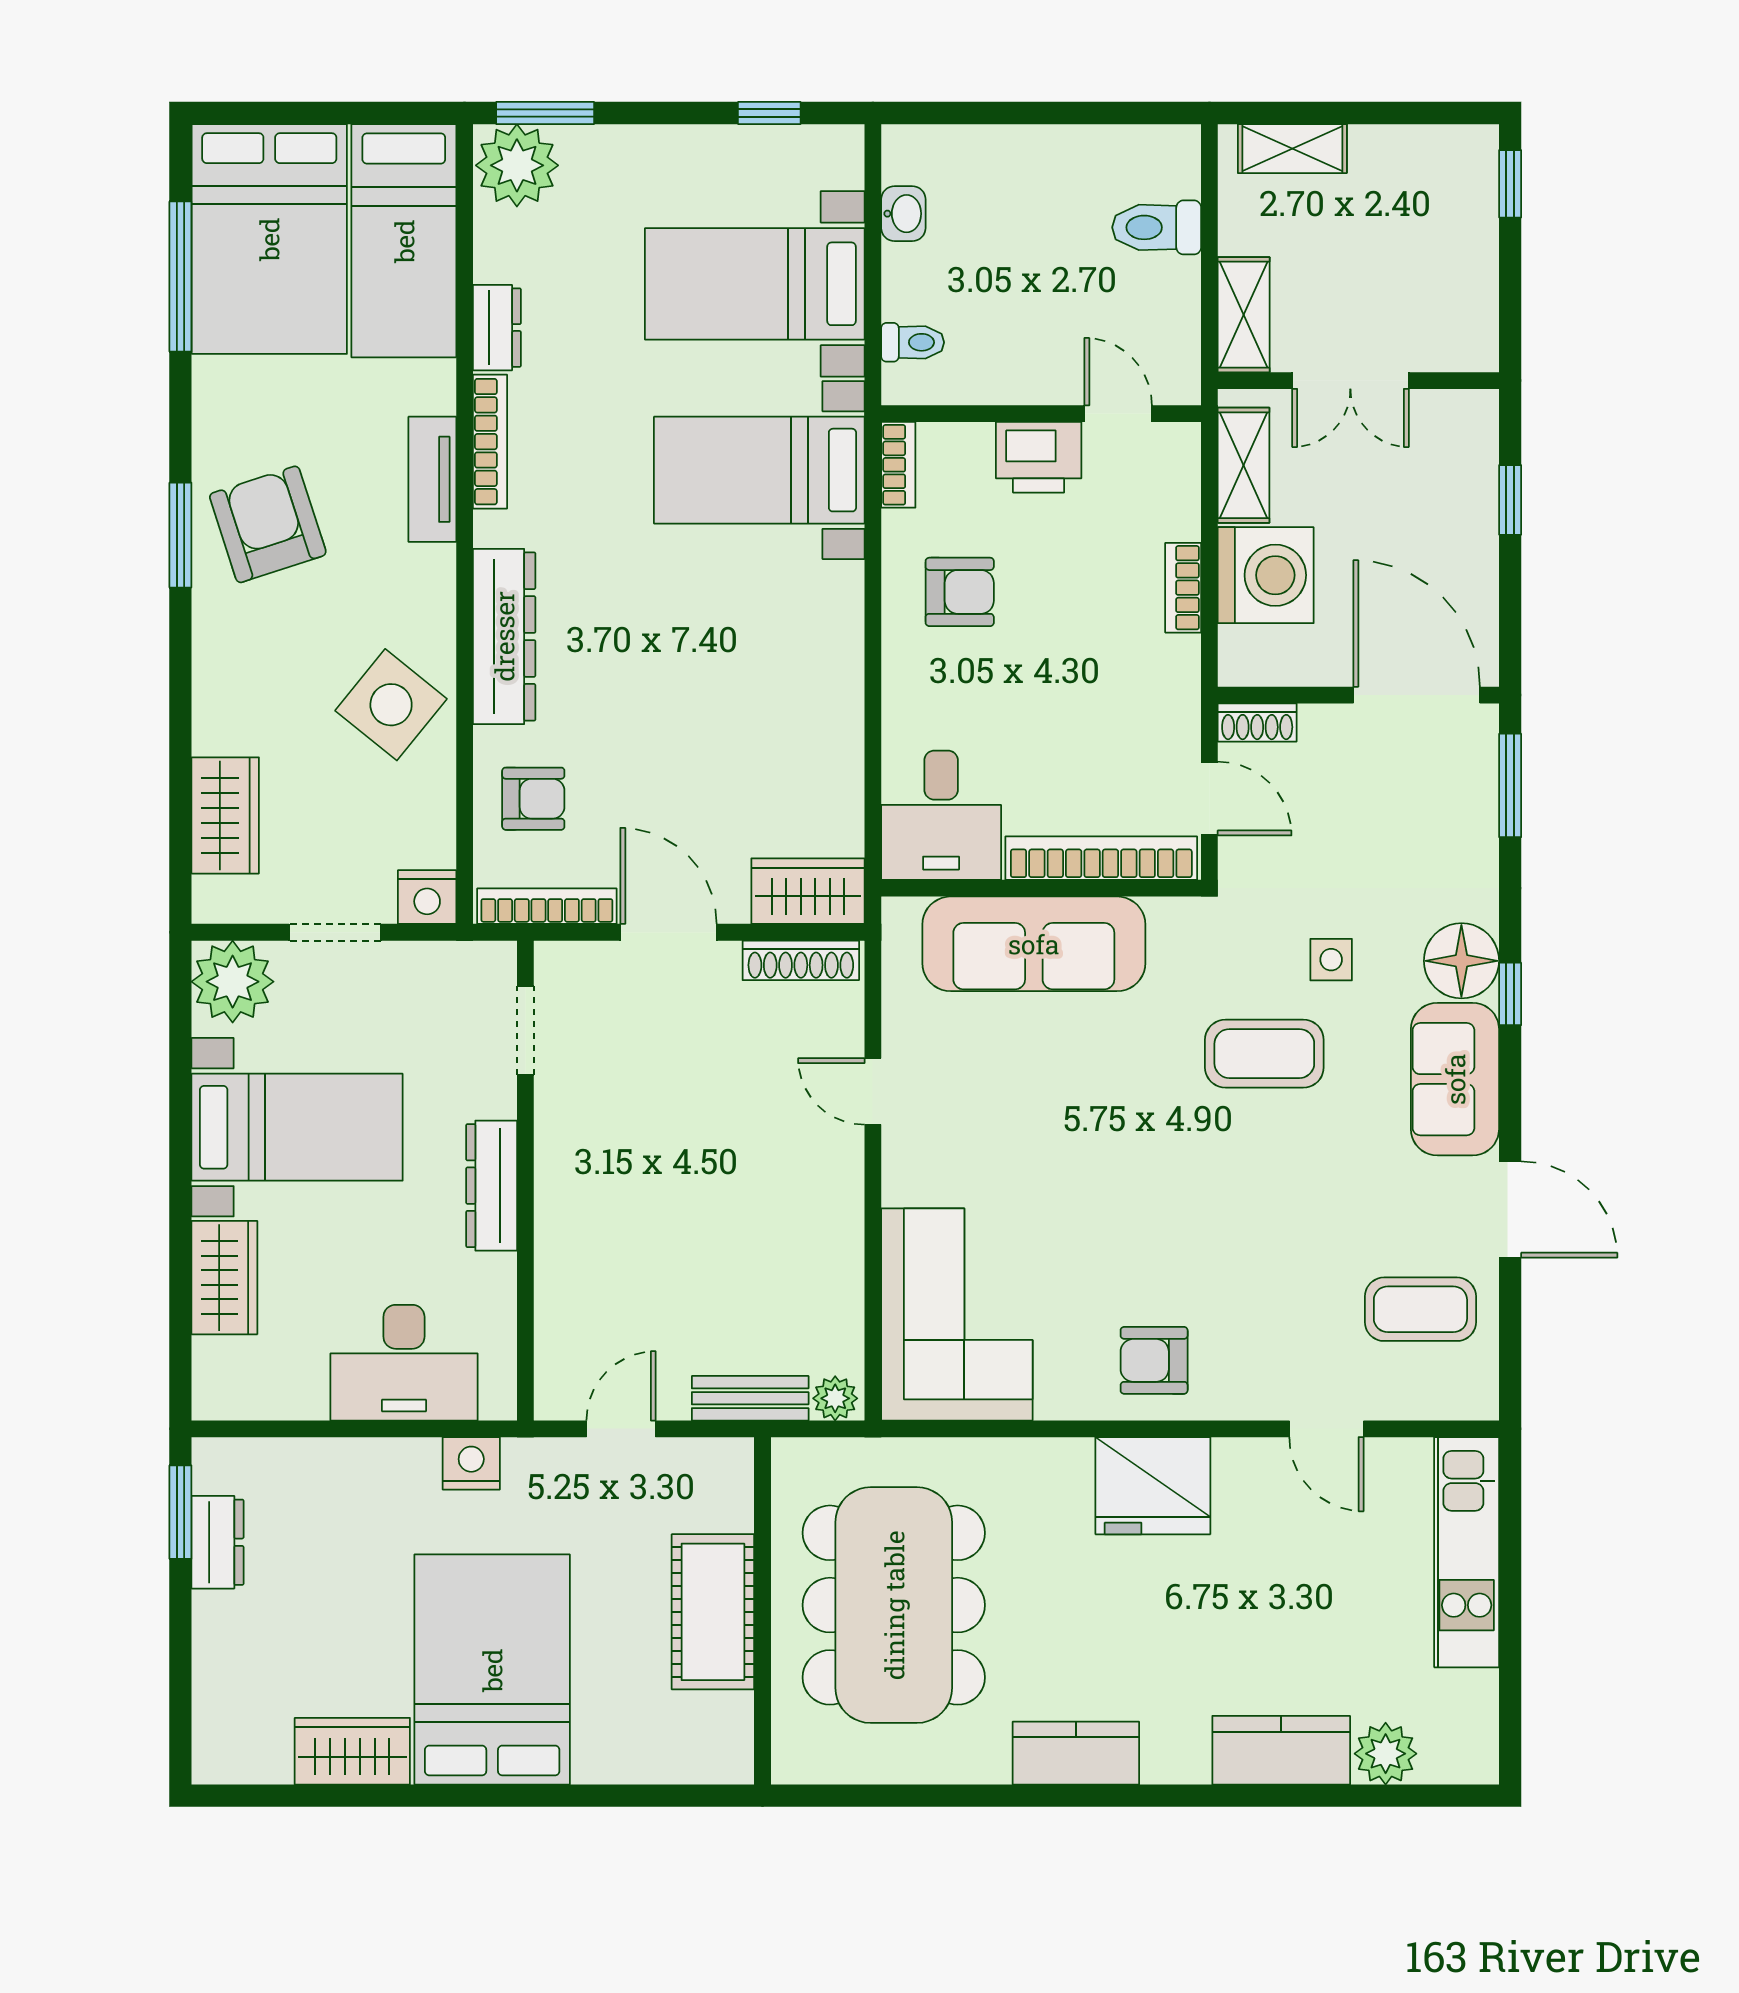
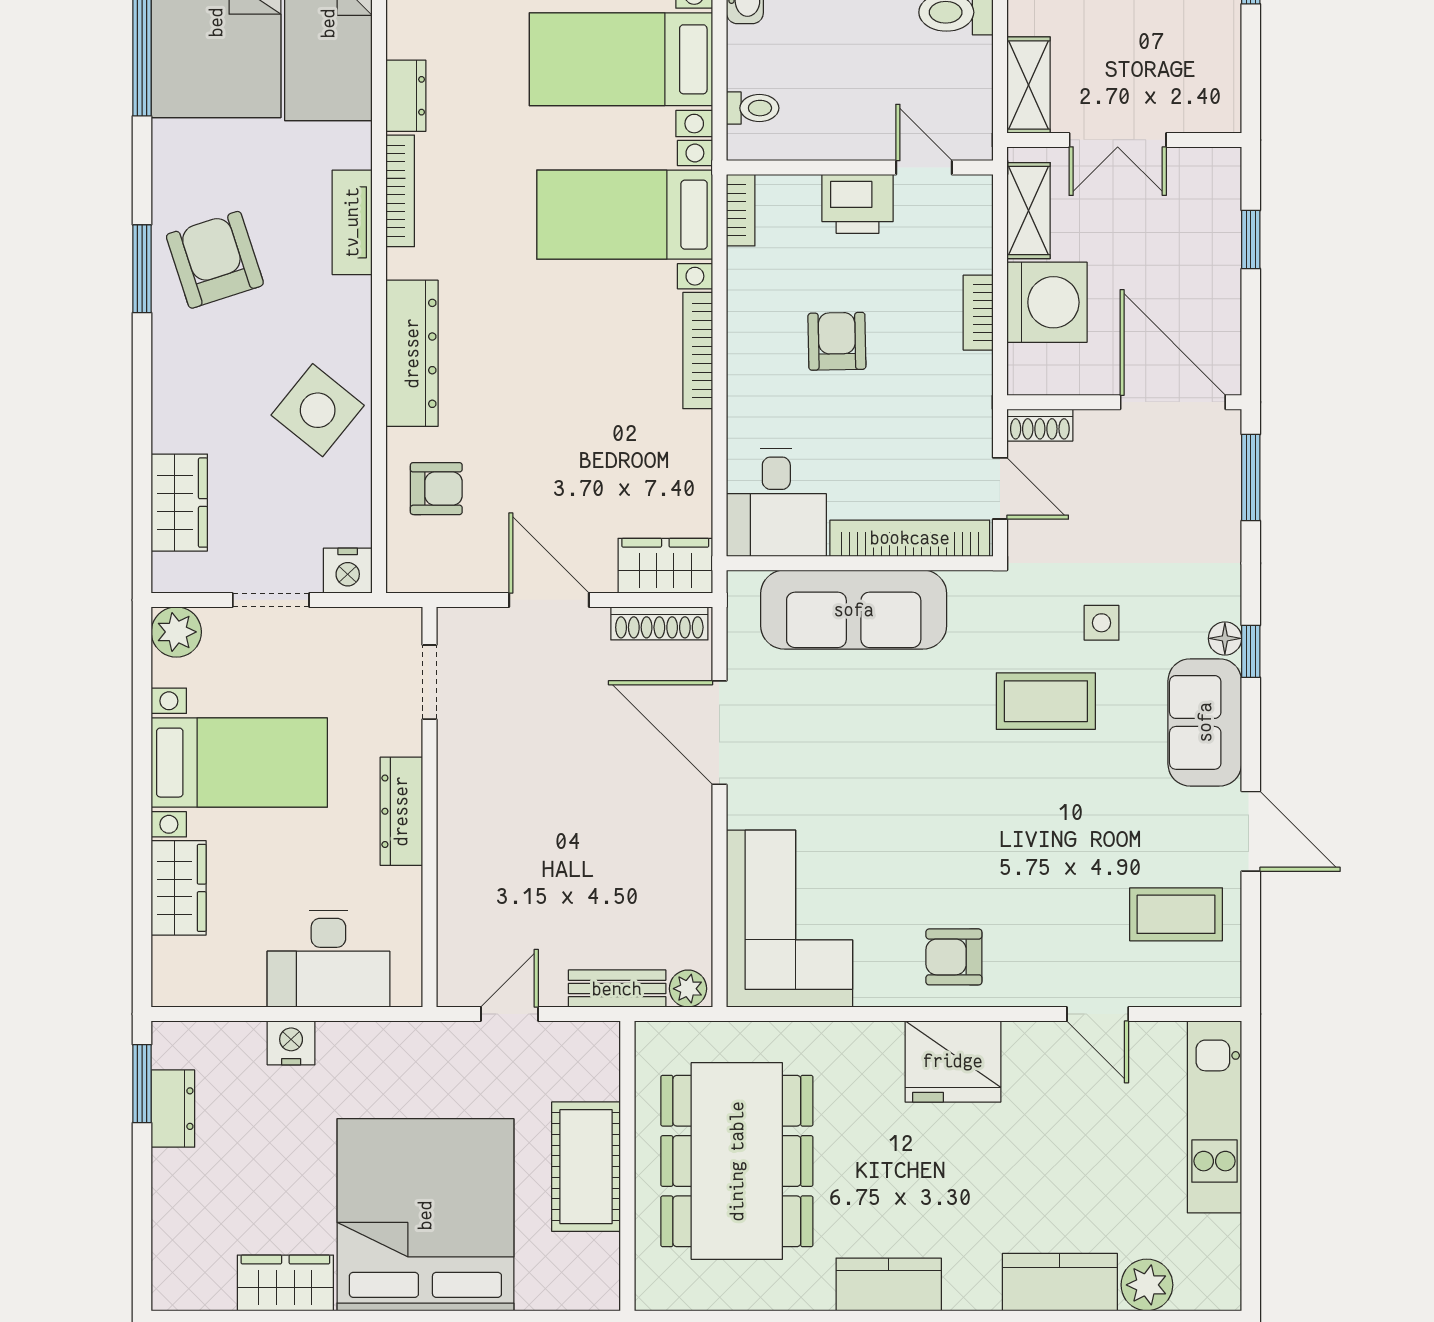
armchair: (960, 592) -> (837, 341), moved, turned -91
bookcase: (547, 906) -> (698, 351), moved, turned -90
floor lamp: (1461, 961) -> (1225, 638), width x0.53, depth x0.53
plant: (233, 982) -> (176, 632), width x0.73, depth x0.73
door: (873, 1091) -> (719, 733), width x1.87
nightstand: (471, 1463) -> (291, 1043), moved
bed: (492, 1670) -> (425, 1215), width x1.36

